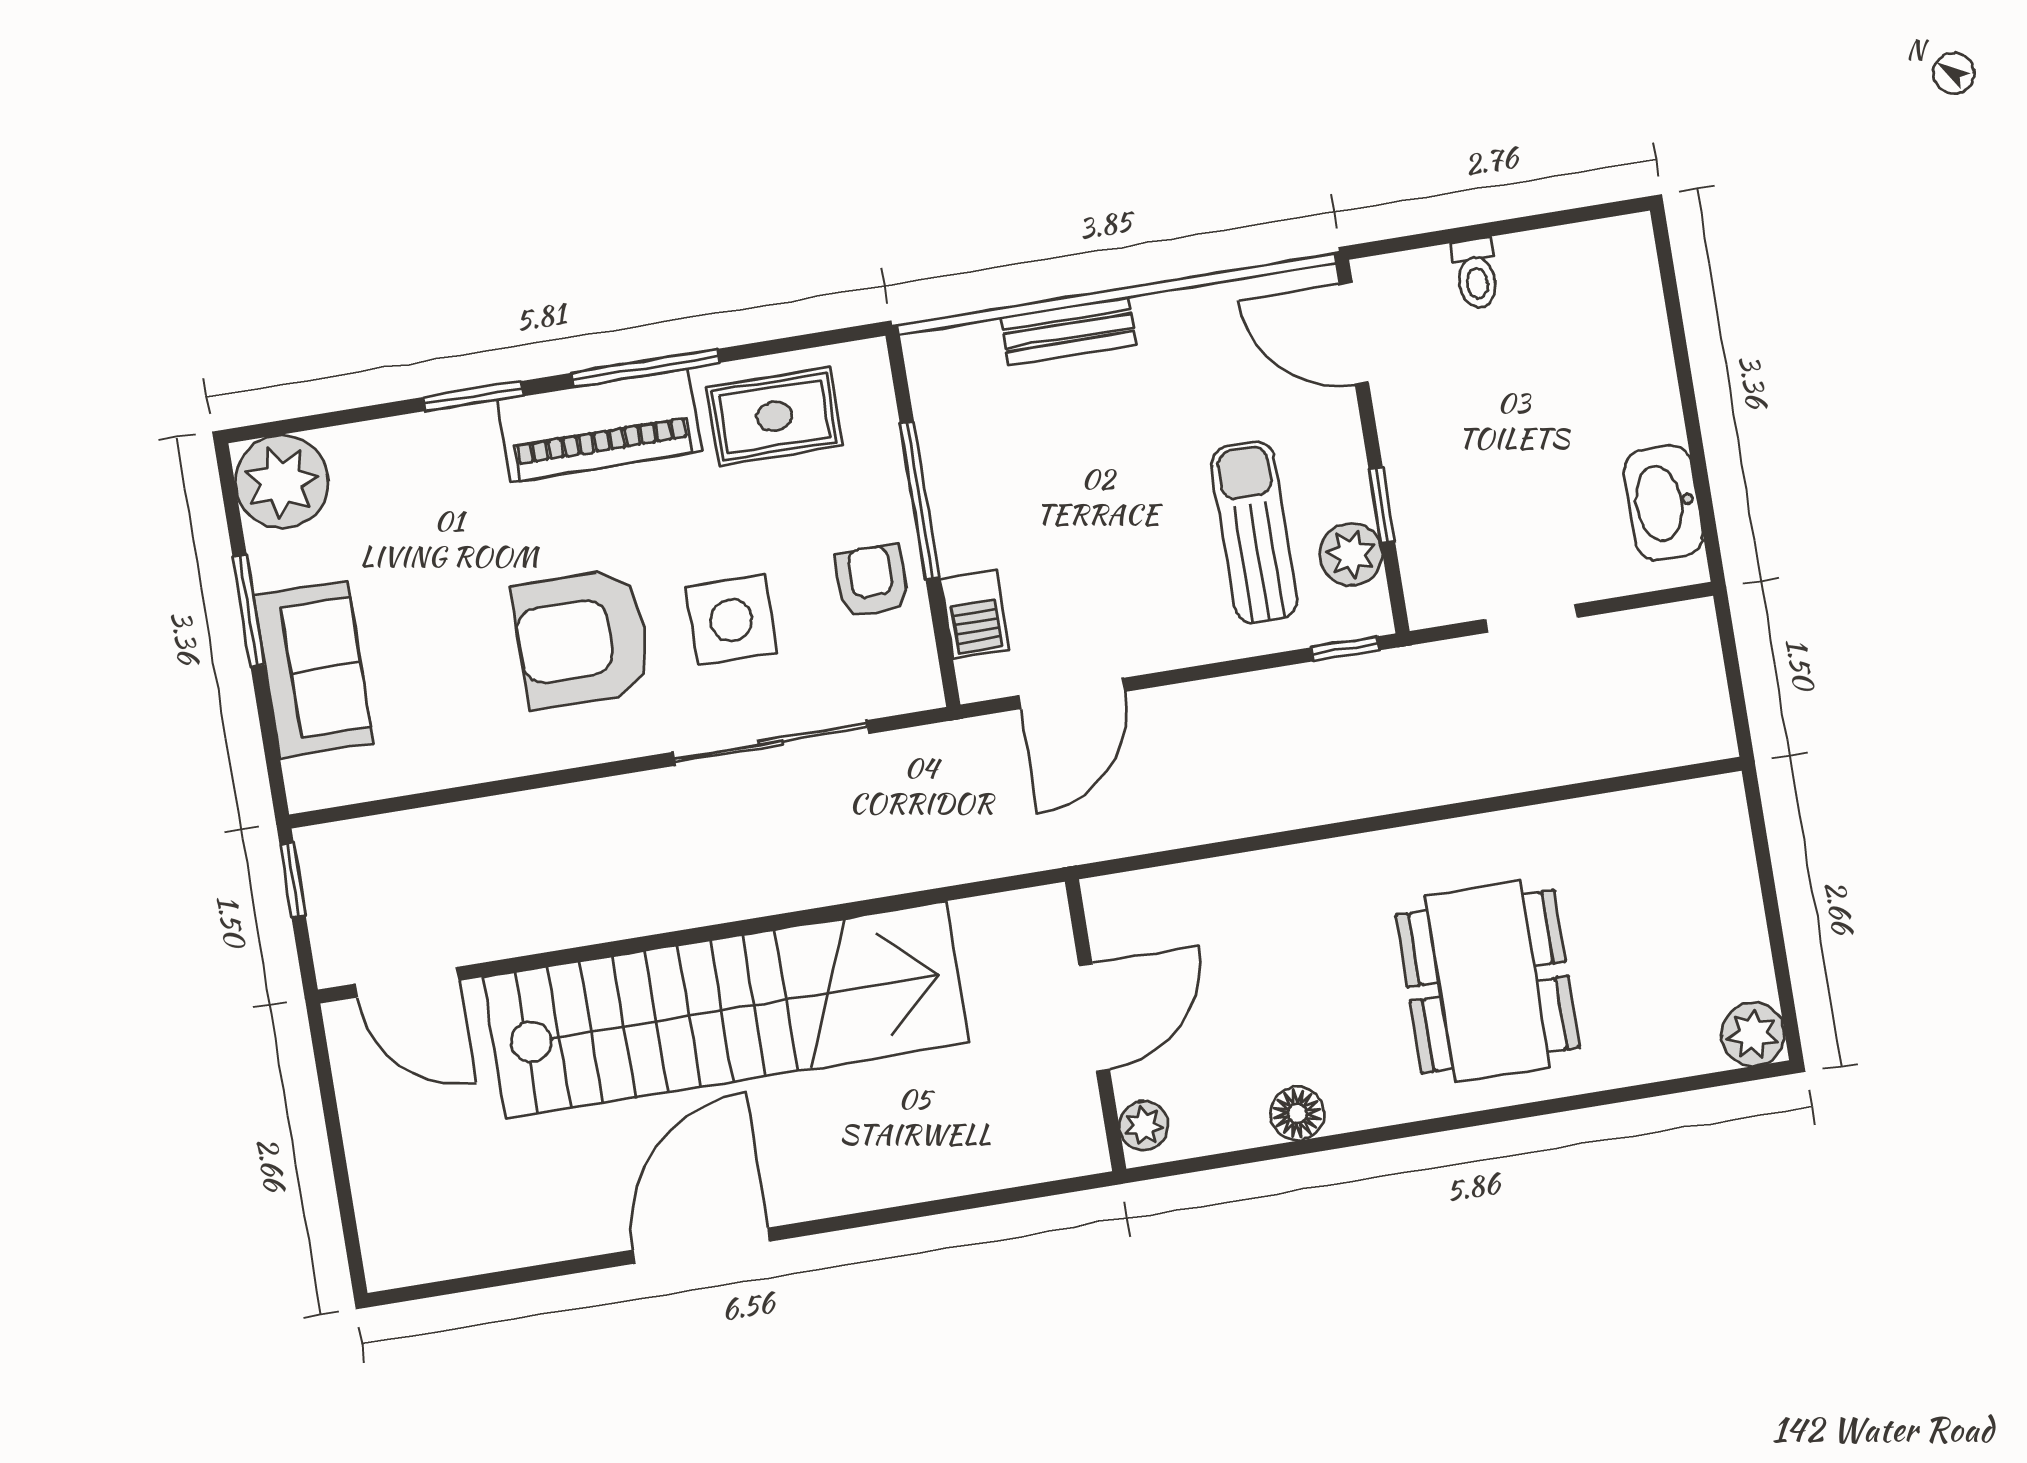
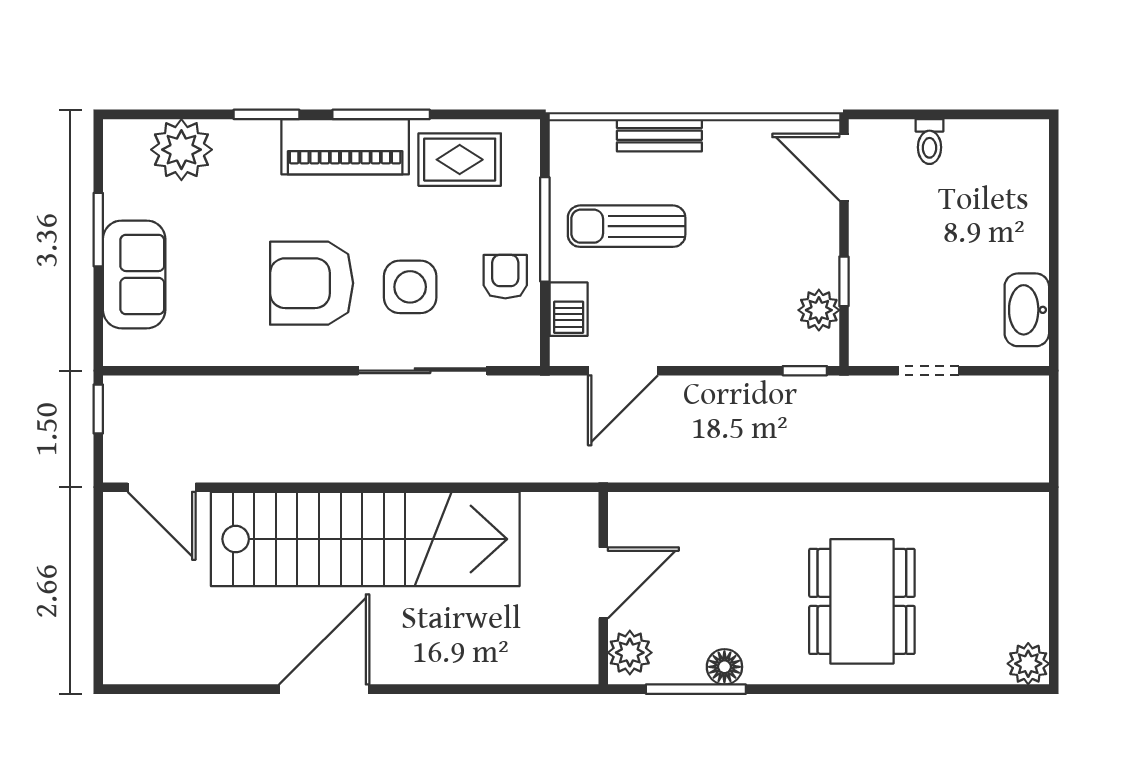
plant: (282, 482) -> (181, 150), moved
sun lounger: (1254, 532) -> (627, 226), moved, turned -90
plant: (1144, 1126) -> (630, 653), width x1.38, depth x1.38
window: (1260, 1154) -> (696, 689), added

